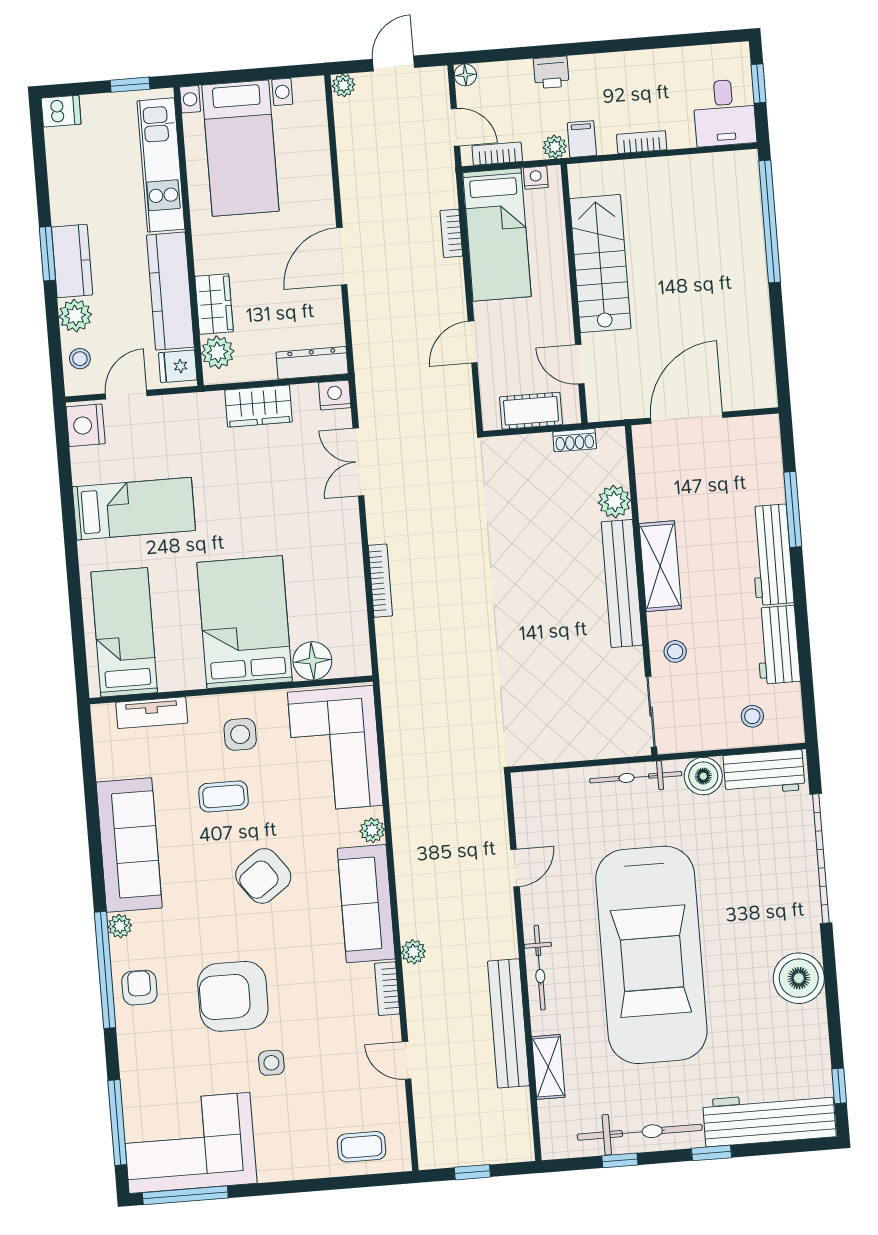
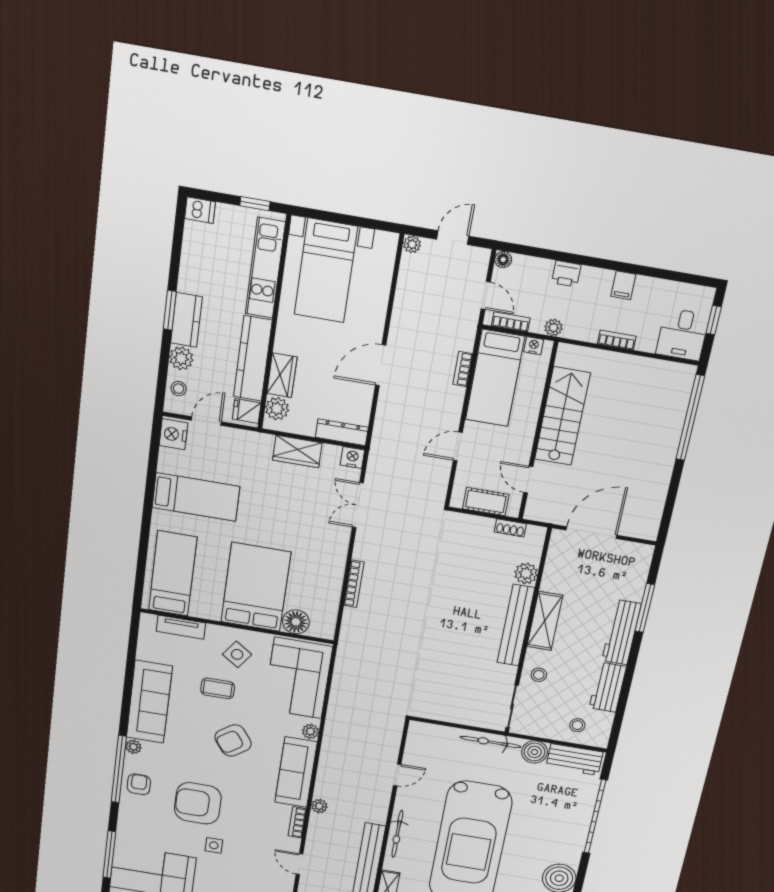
filing cabinet: (582, 139) -> (623, 285), moved, turned 180
side table: (240, 734) -> (237, 654), turned 35

